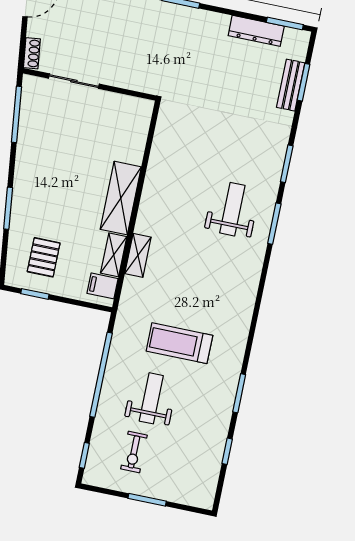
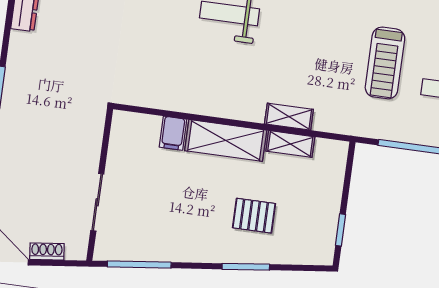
shoe rack: (32, 53) -> (47, 251), moved
pallet: (44, 257) -> (254, 216), moved
filing cabinet: (103, 286) -> (173, 133), moved

